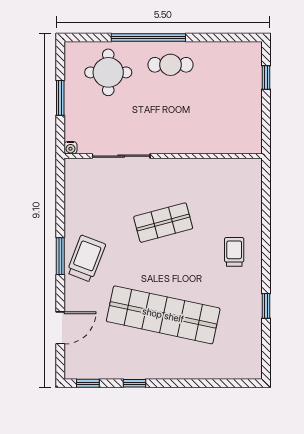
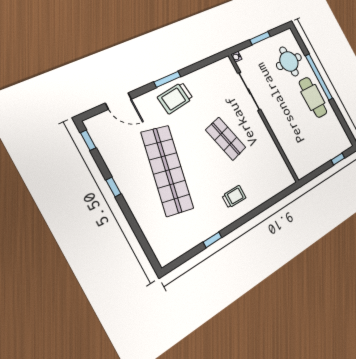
cafe table: (170, 65) -> (313, 97), width x1.37, depth x1.35
trolley: (86, 259) -> (175, 98), turned 152
window: (134, 383) -> (113, 187), moved

